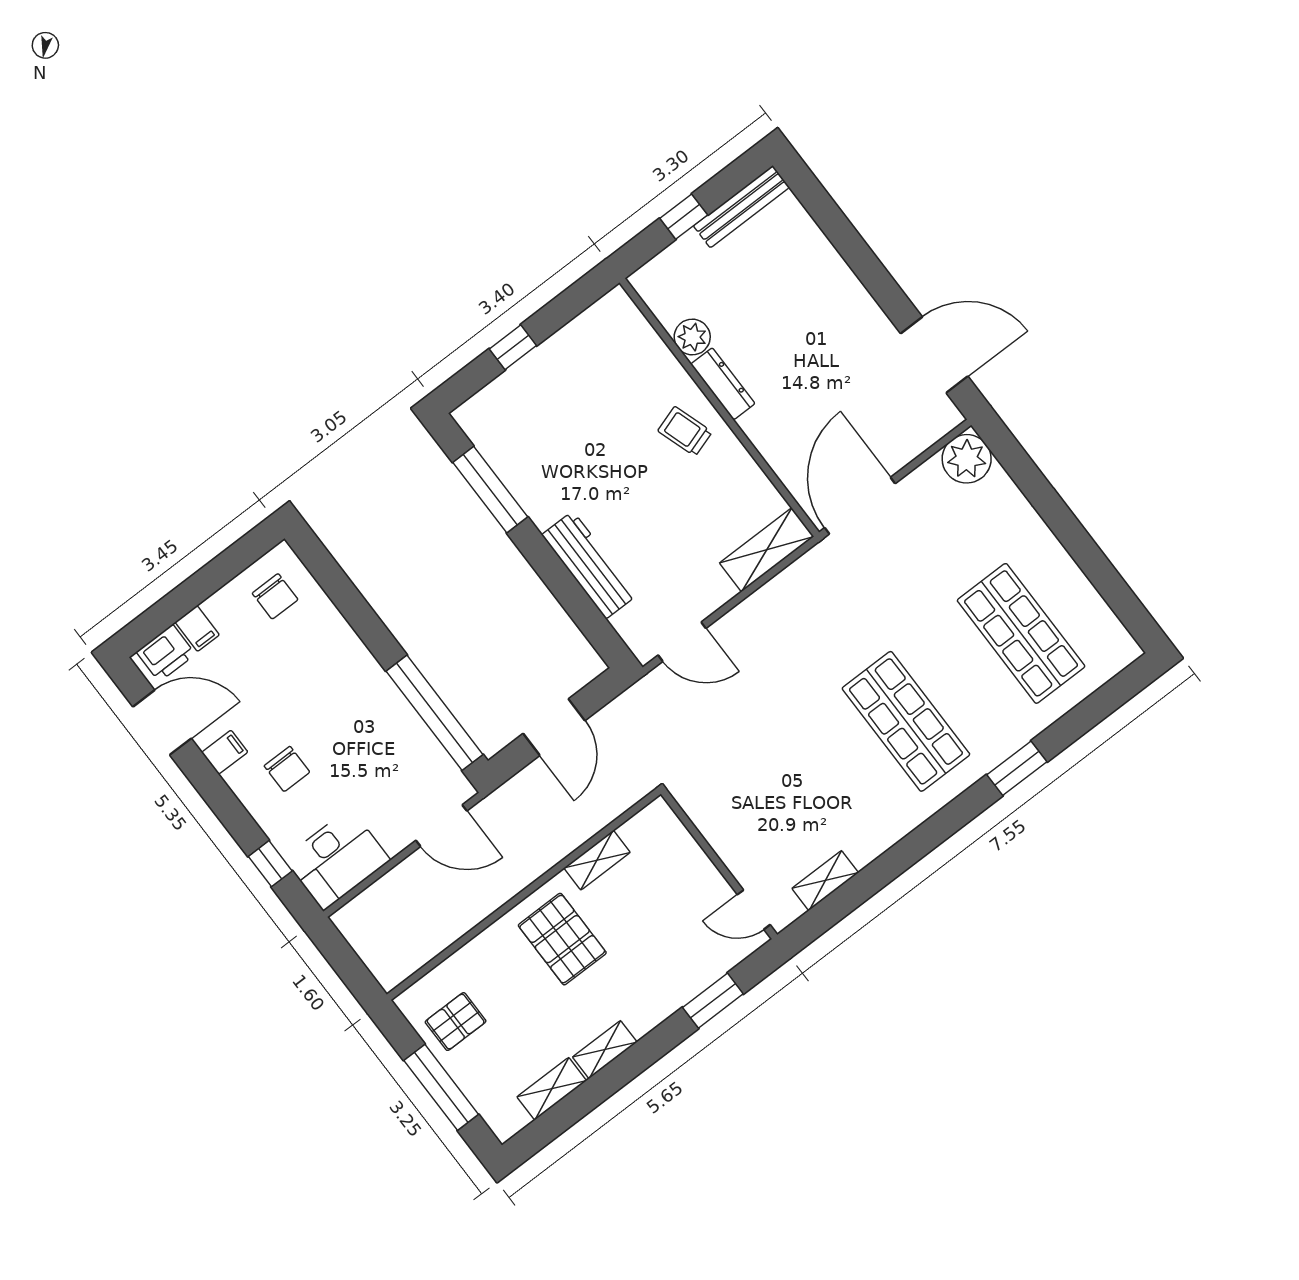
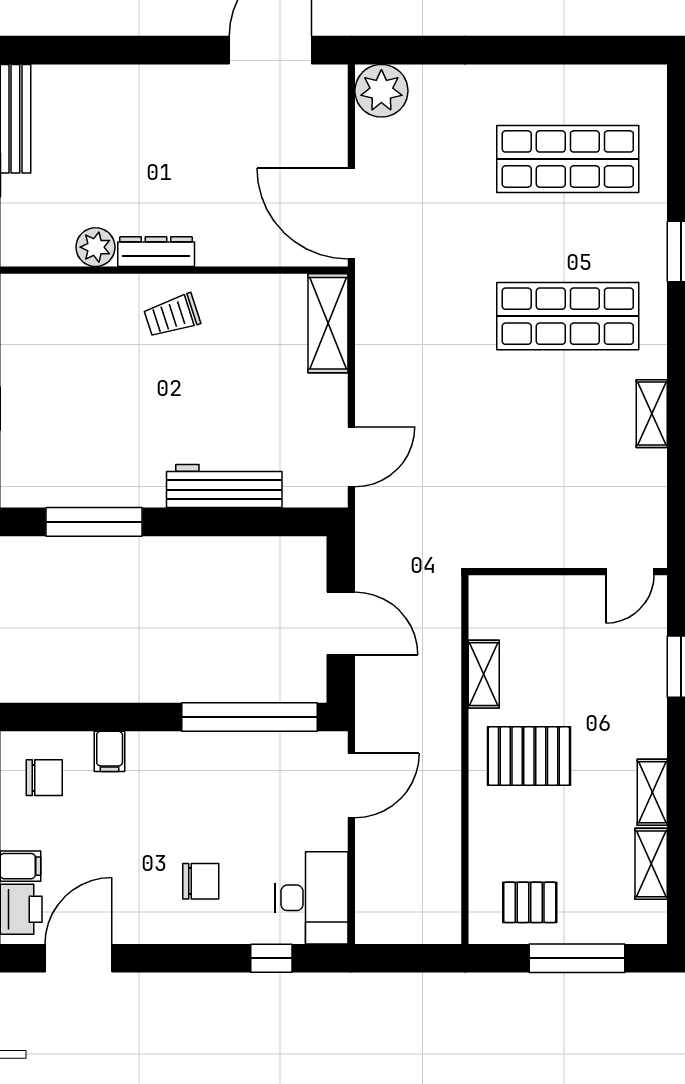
filing cabinet: (225, 752) -> (110, 751), moved, turned 180
shelving: (825, 881) -> (652, 414), moved
pallet: (456, 1022) -> (530, 902), turned 90

